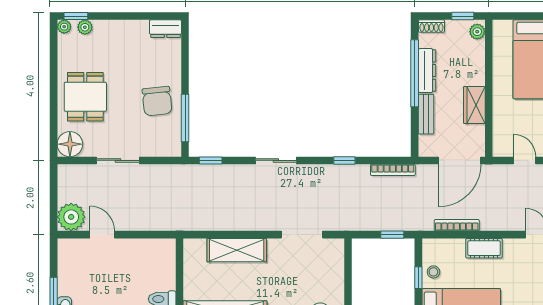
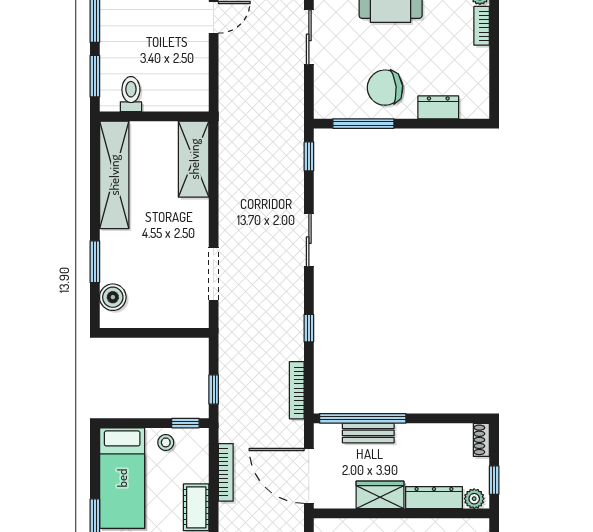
bookcase: (109, 26) -> (482, 26), added
dresser: (165, 29) -> (438, 107), moved, turned 90
dresser: (427, 71) -> (434, 498), moved, turned 180
window: (415, 73) -> (363, 418), moved
shelving: (237, 250) -> (194, 159), moved
window: (418, 278) -> (185, 423), moved

